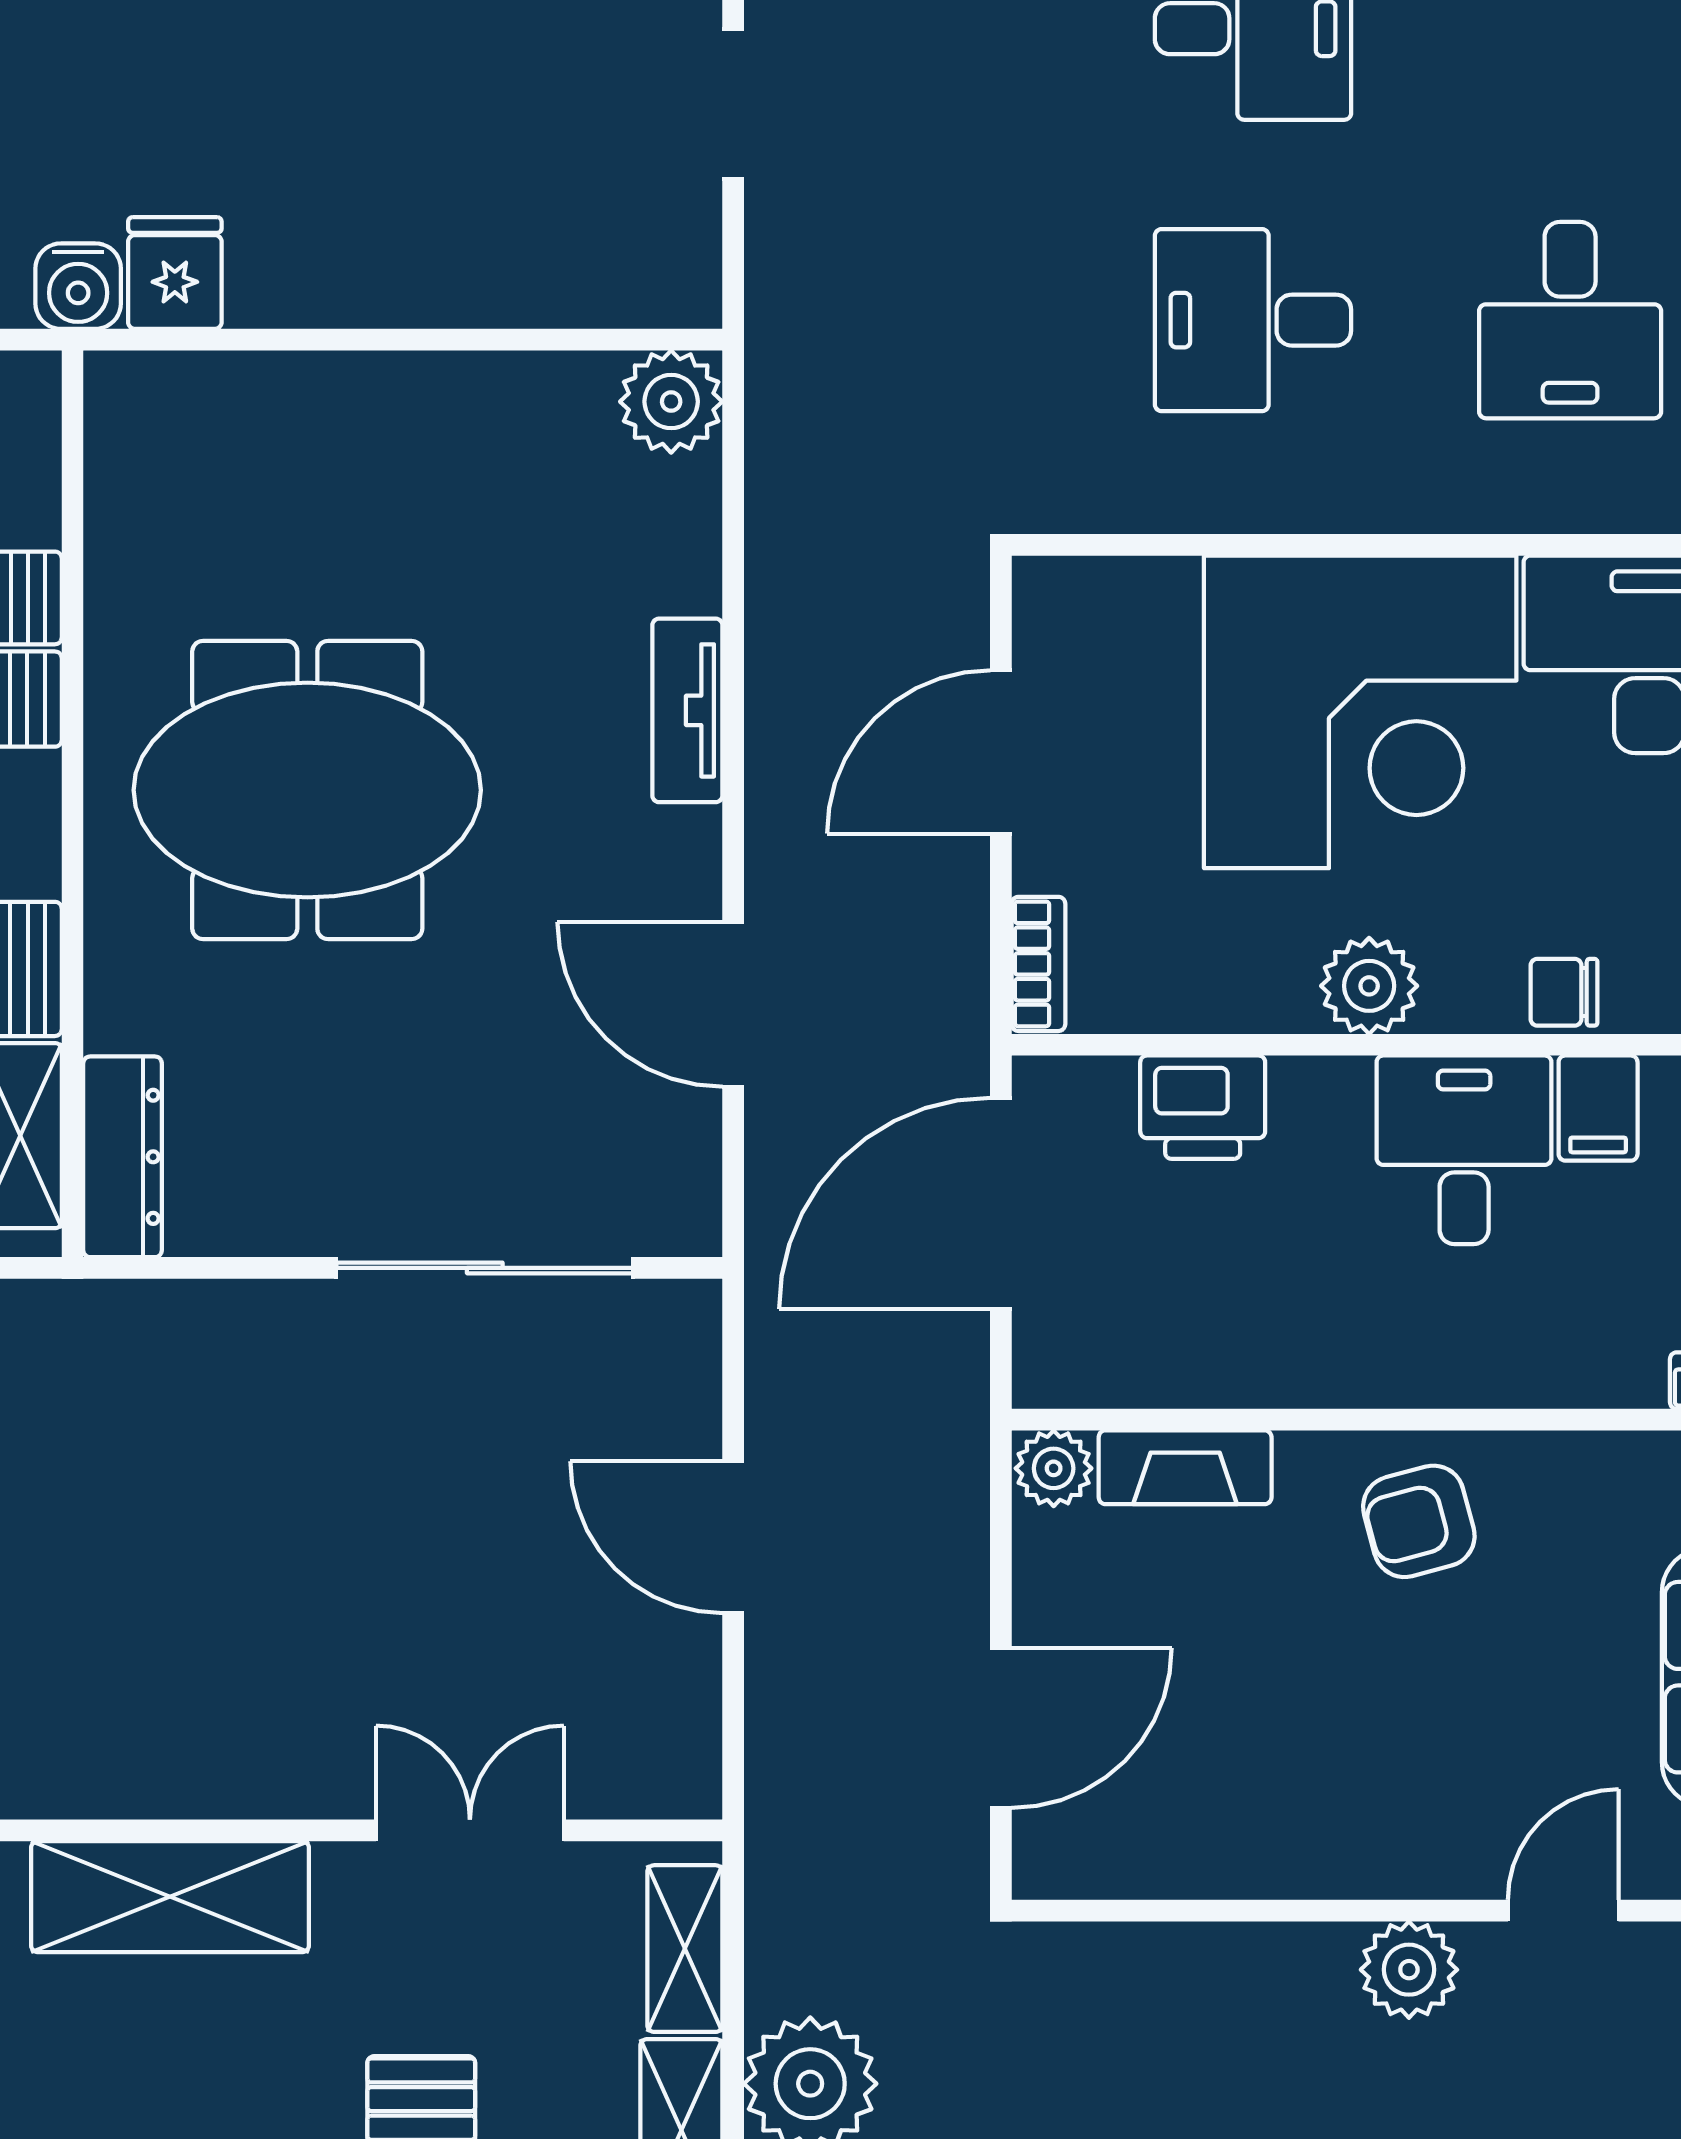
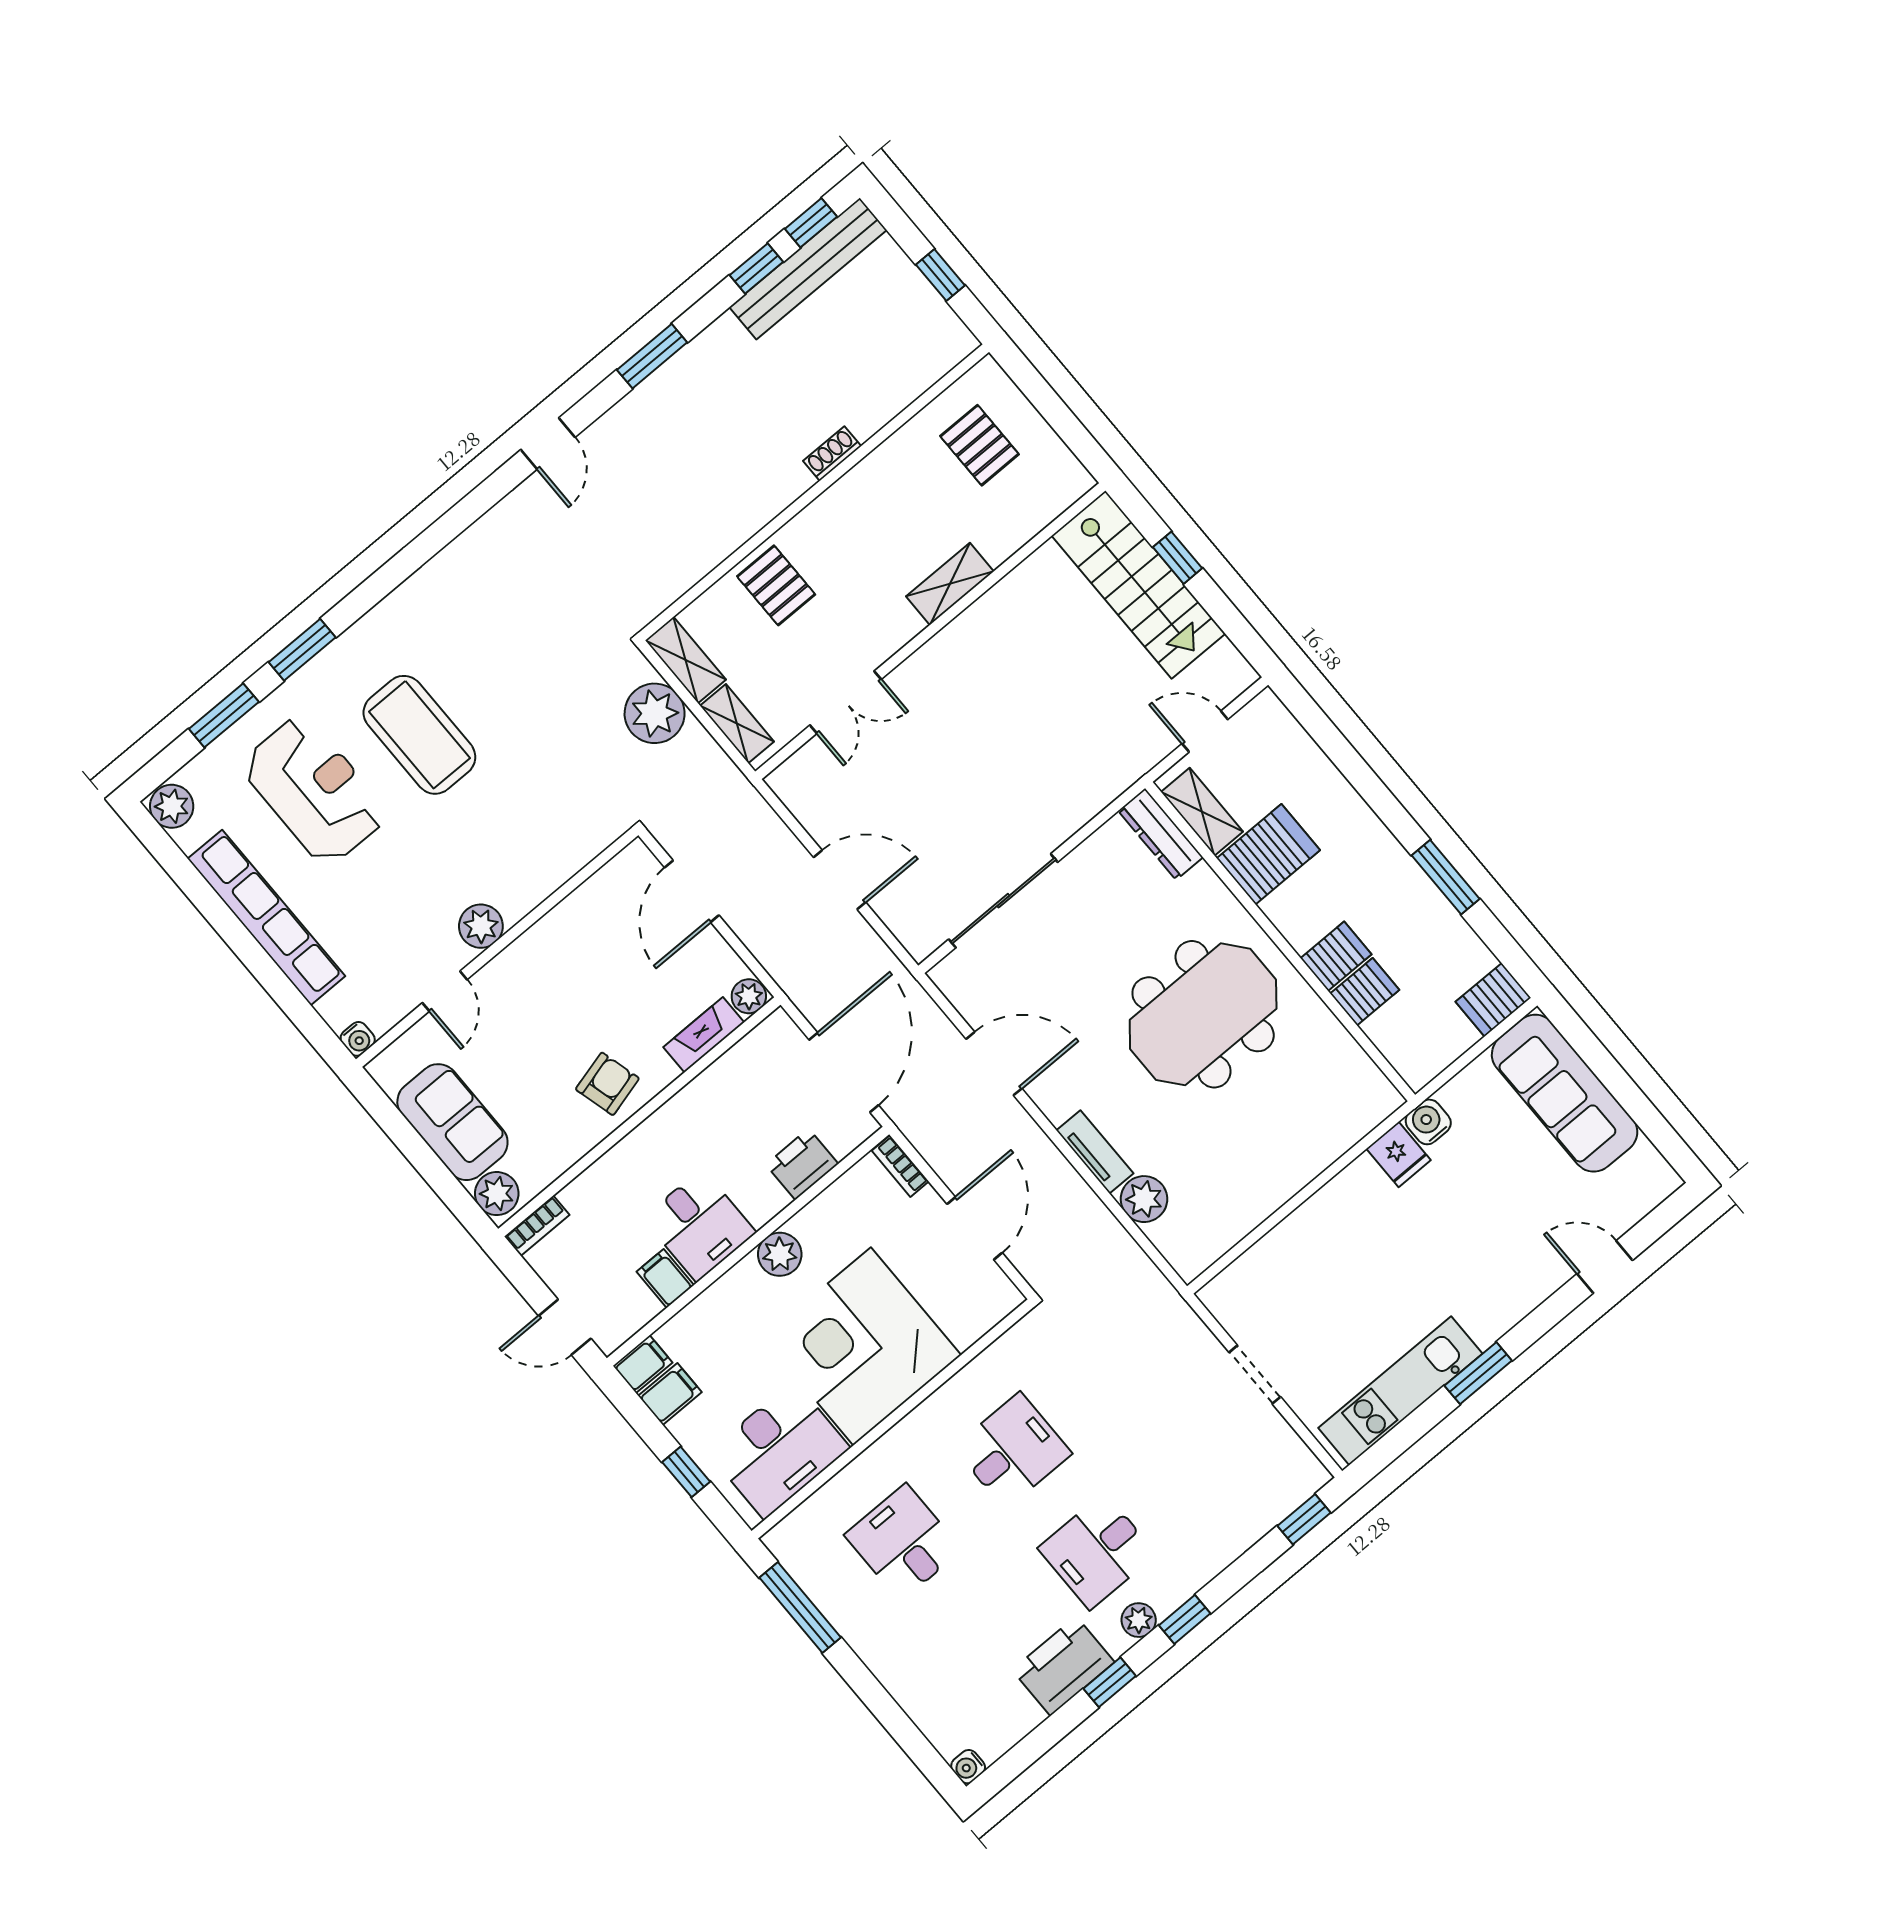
plant: (671, 402) -> (1144, 1199), moved
chair: (1564, 992) -> (711, 1309), removed
shelving: (170, 1897) -> (950, 584), width x0.67, depth x0.75

